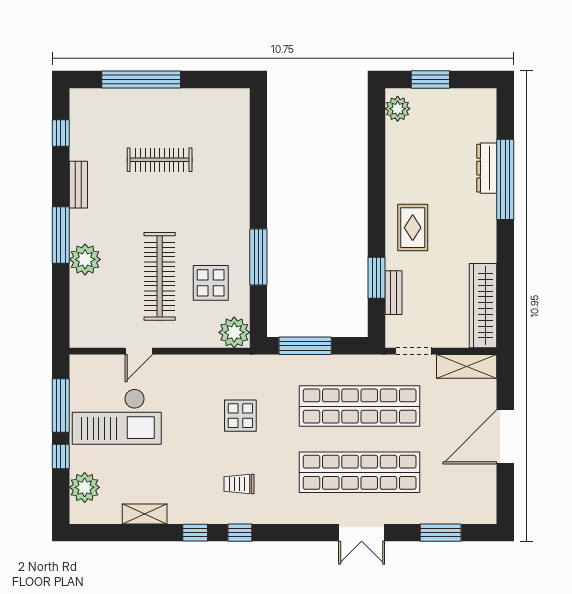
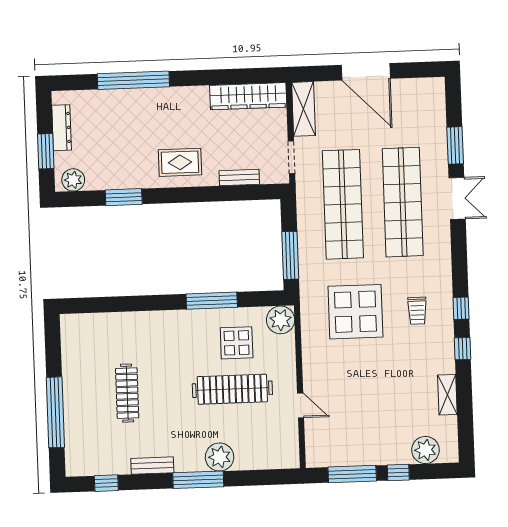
dresser: (487, 168) -> (62, 128), moved, turned -90
window: (376, 278) -> (124, 197), moved
display table: (240, 416) -> (355, 312), width x1.86, depth x1.86
checkout: (117, 417) -> (360, 423), removed
window: (441, 533) -> (455, 145), moved

